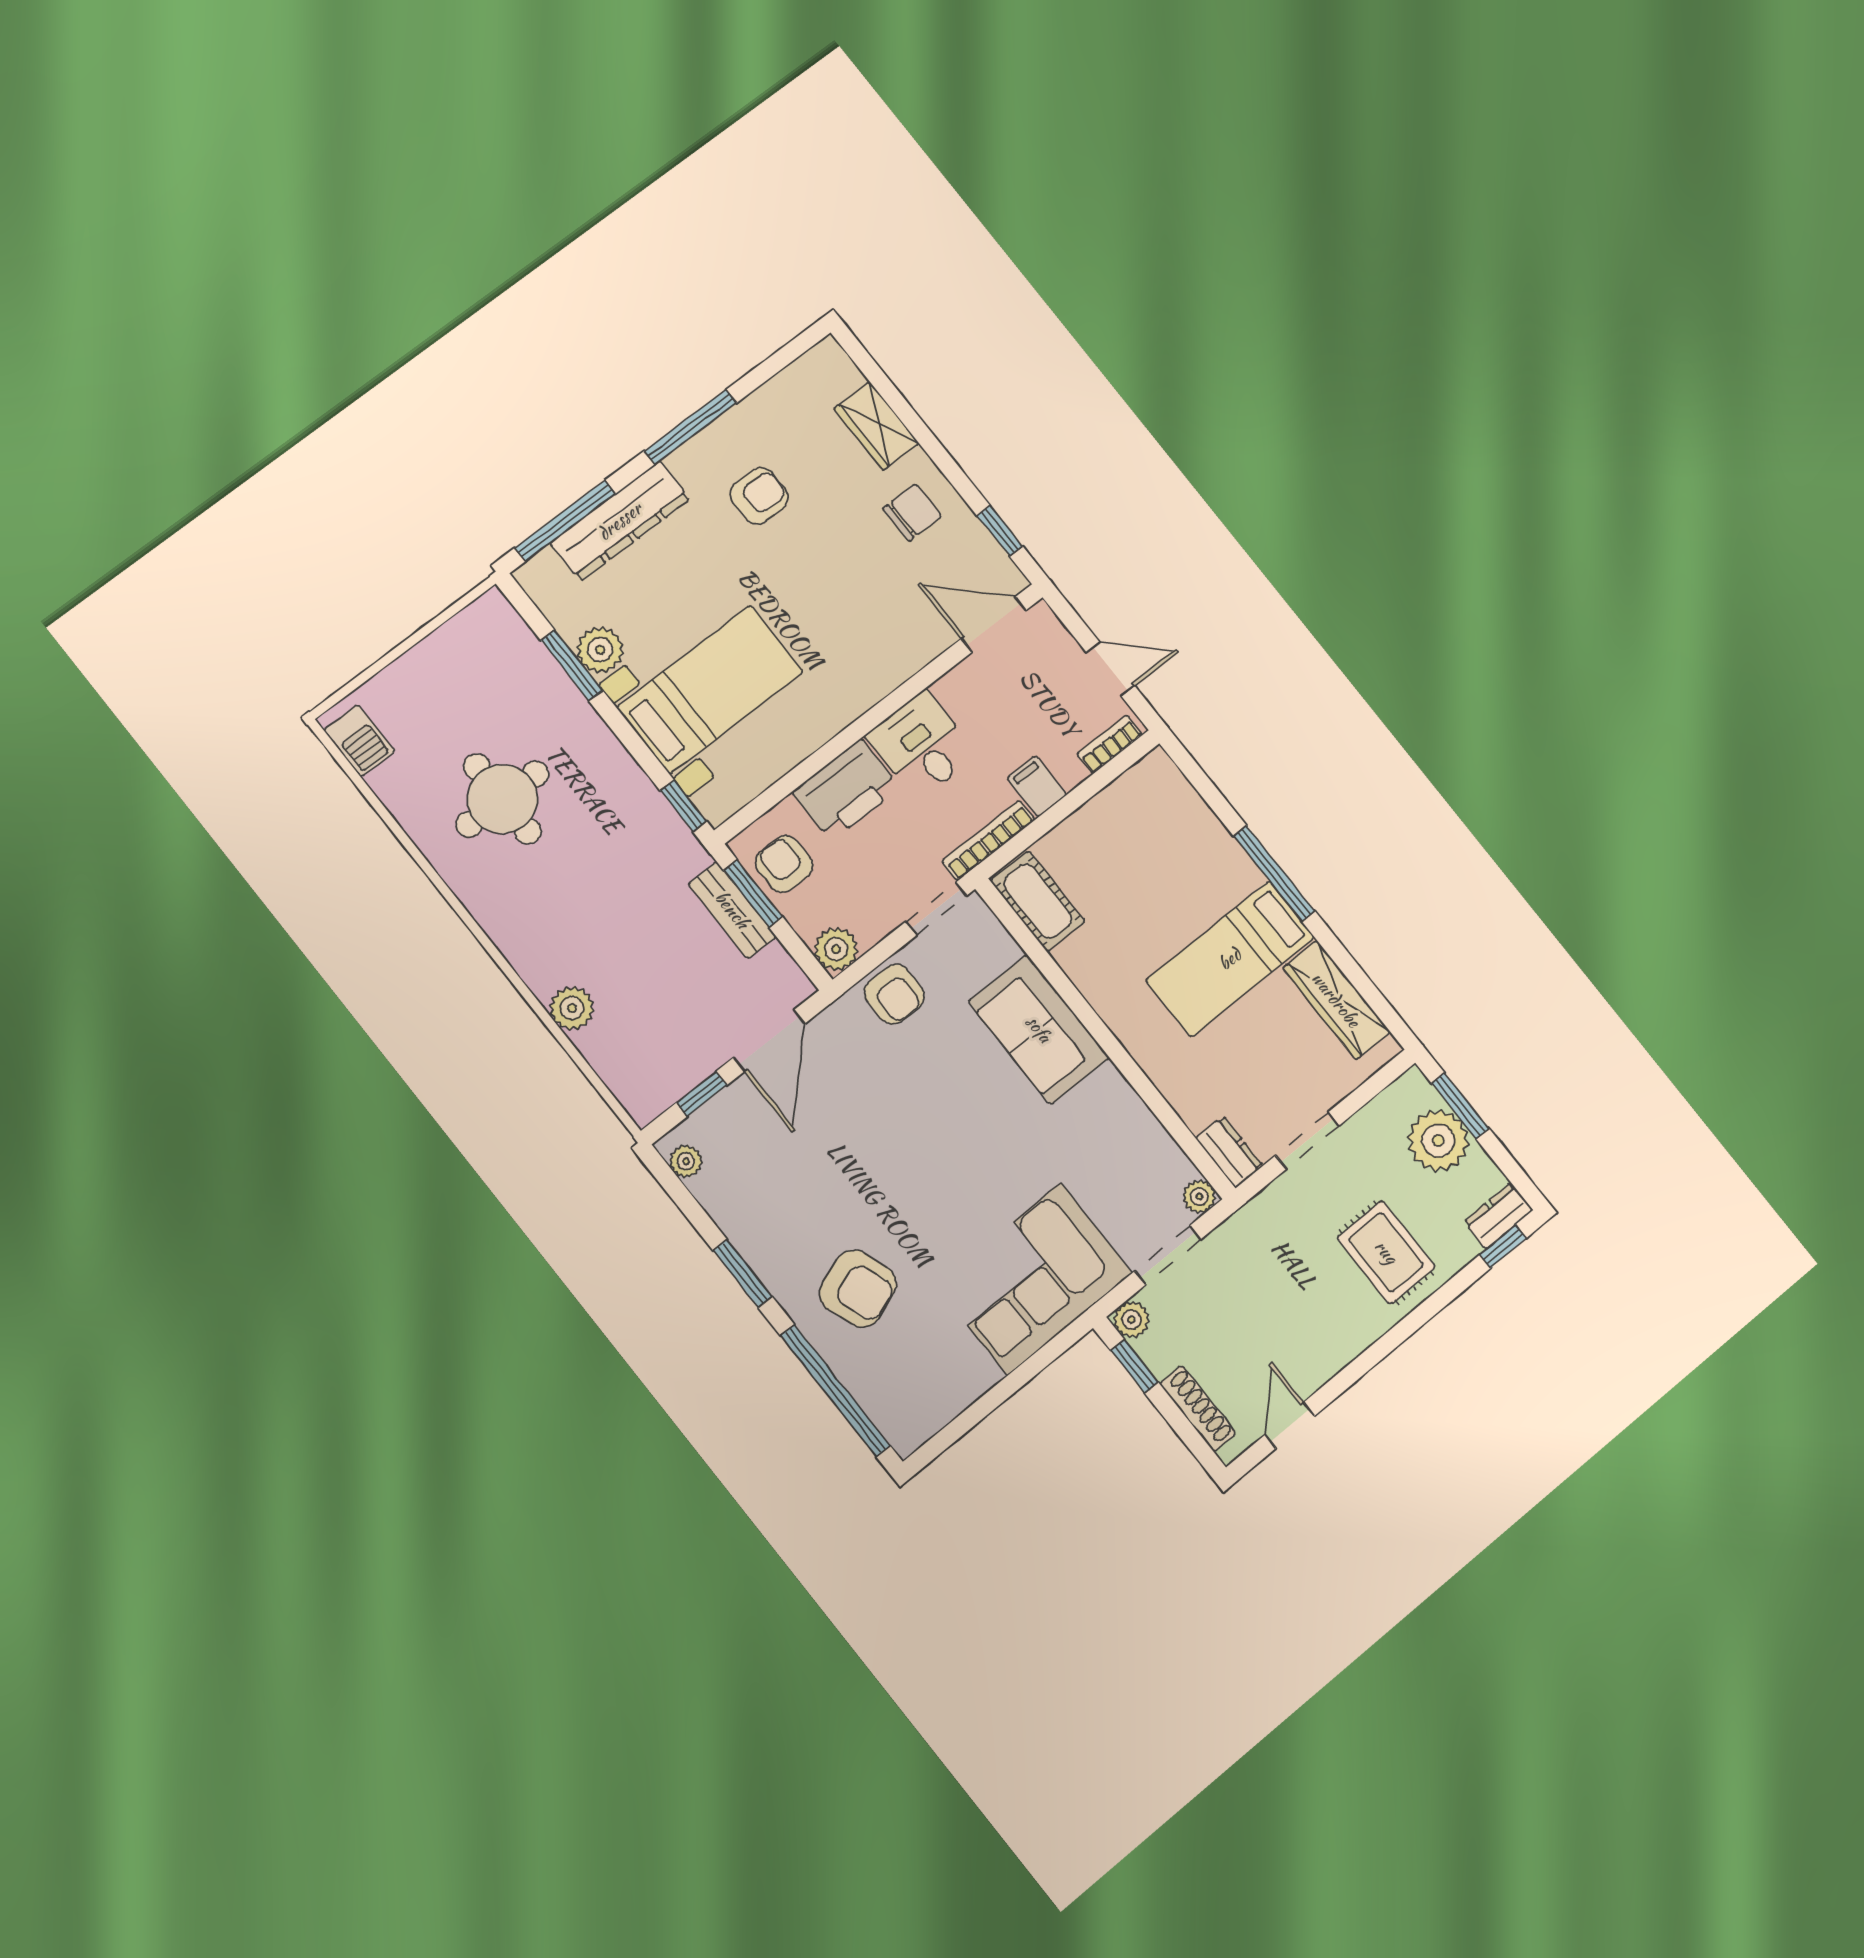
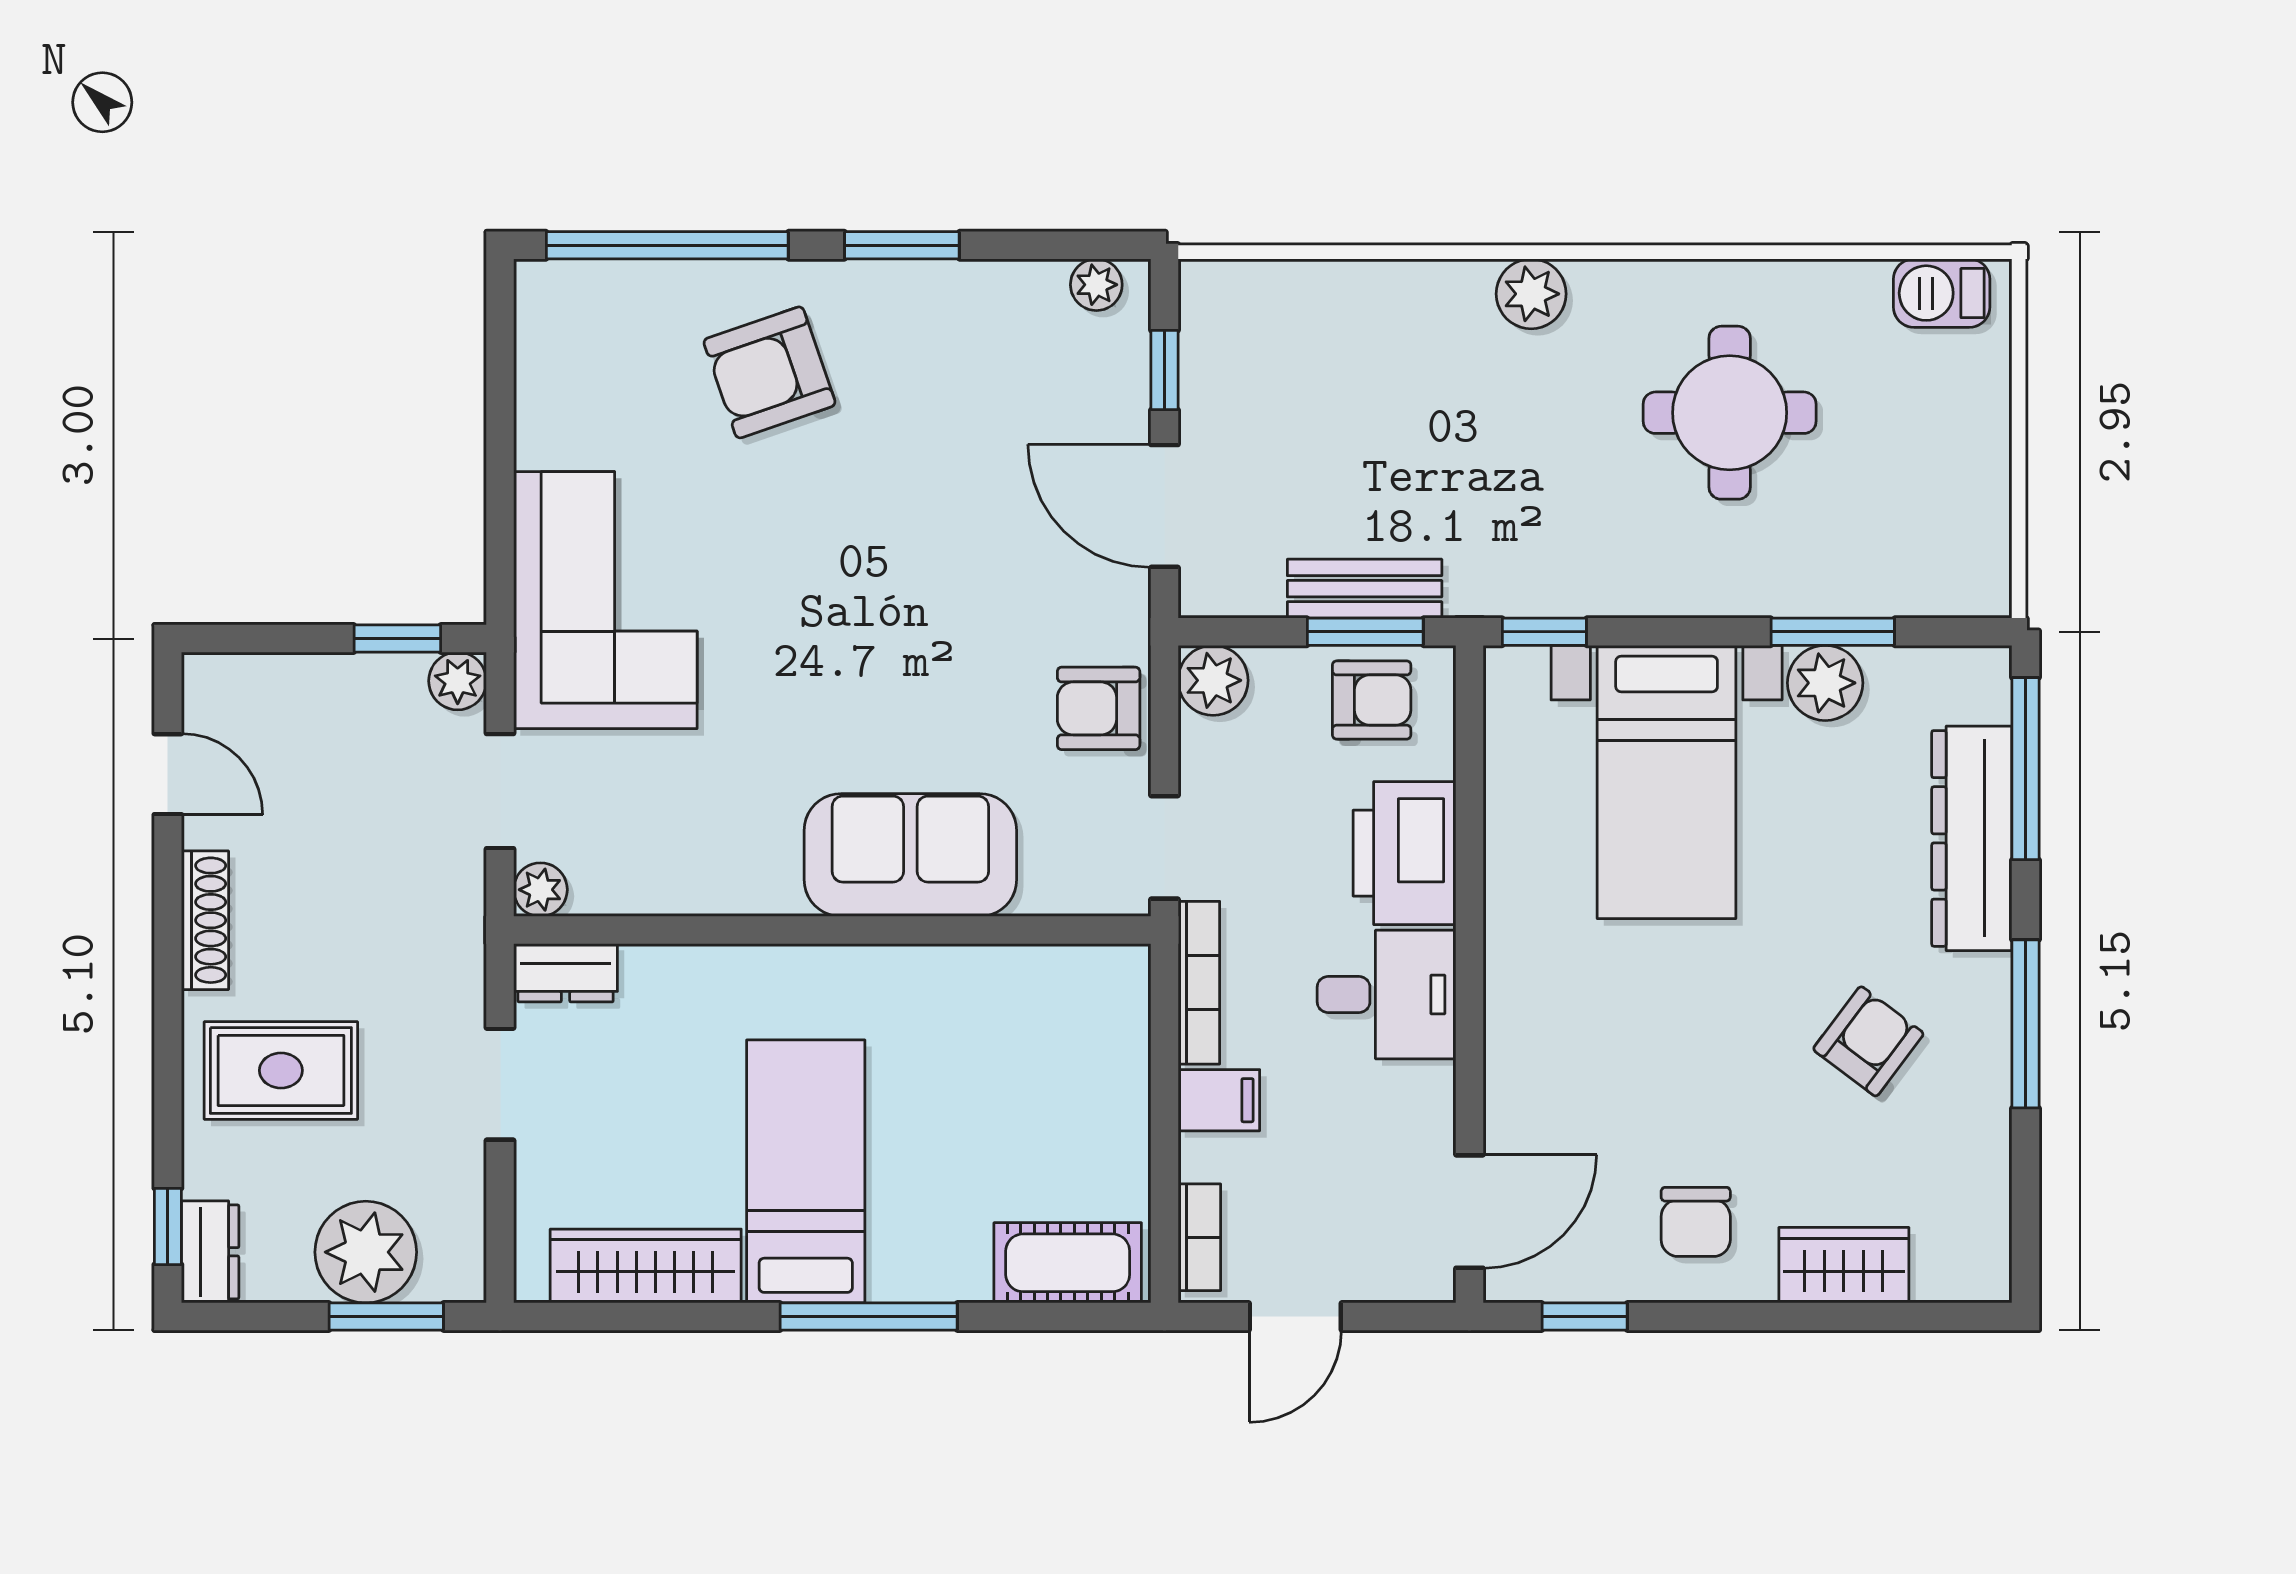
armchair: (759, 496) -> (1868, 1041), turned -143
cot: (1038, 901) -> (1068, 1263), moved
plant: (572, 1008) -> (1531, 294), moved
shoe rack: (1198, 1408) -> (205, 920), moved, turned -90

